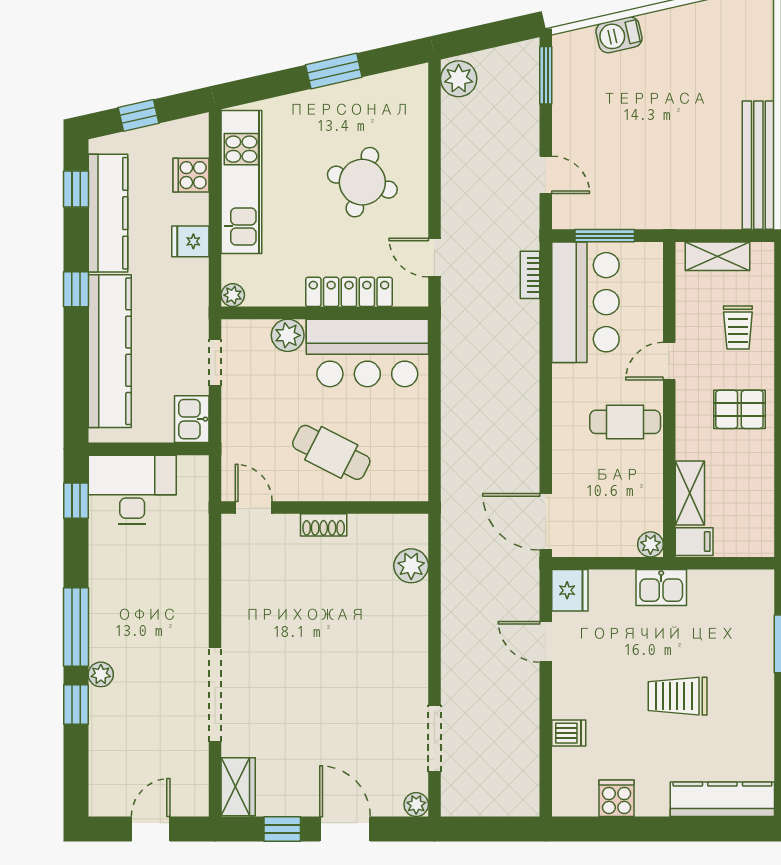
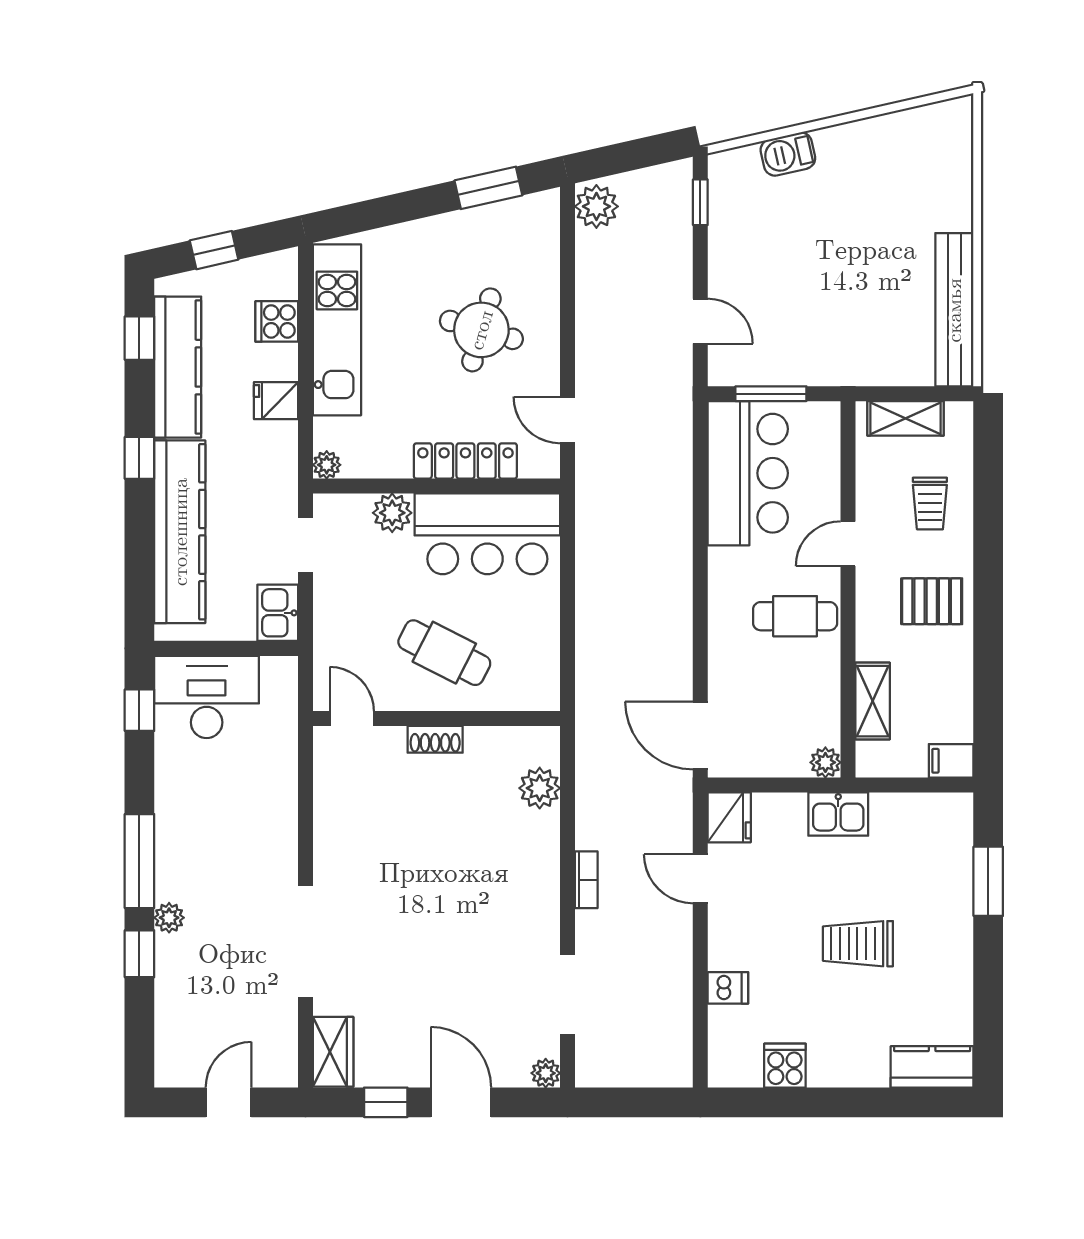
window: (334, 71) -> (488, 188), moved
window: (546, 75) -> (700, 202), width x0.67
bookcase: (530, 275) -> (586, 880), moved, turned 180
filing cabinet: (694, 542) -> (951, 761), moved, turned 180
kitchen counter: (722, 799) -> (932, 1067), width x0.67

